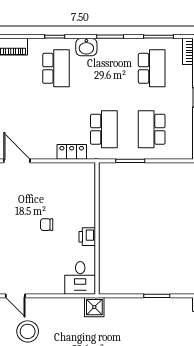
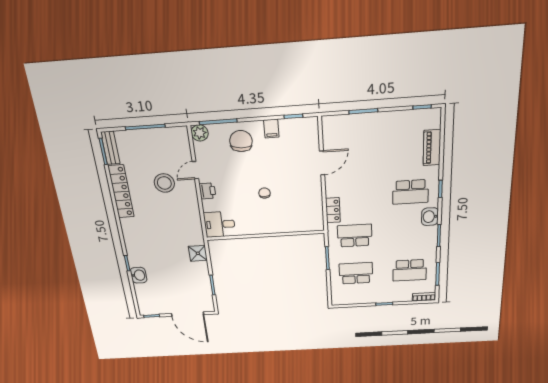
school desk: (104, 129) -> (355, 236), turned 180
printer: (87, 237) -> (207, 191), moved, turned 90
shower: (94, 307) -> (198, 253), moved

